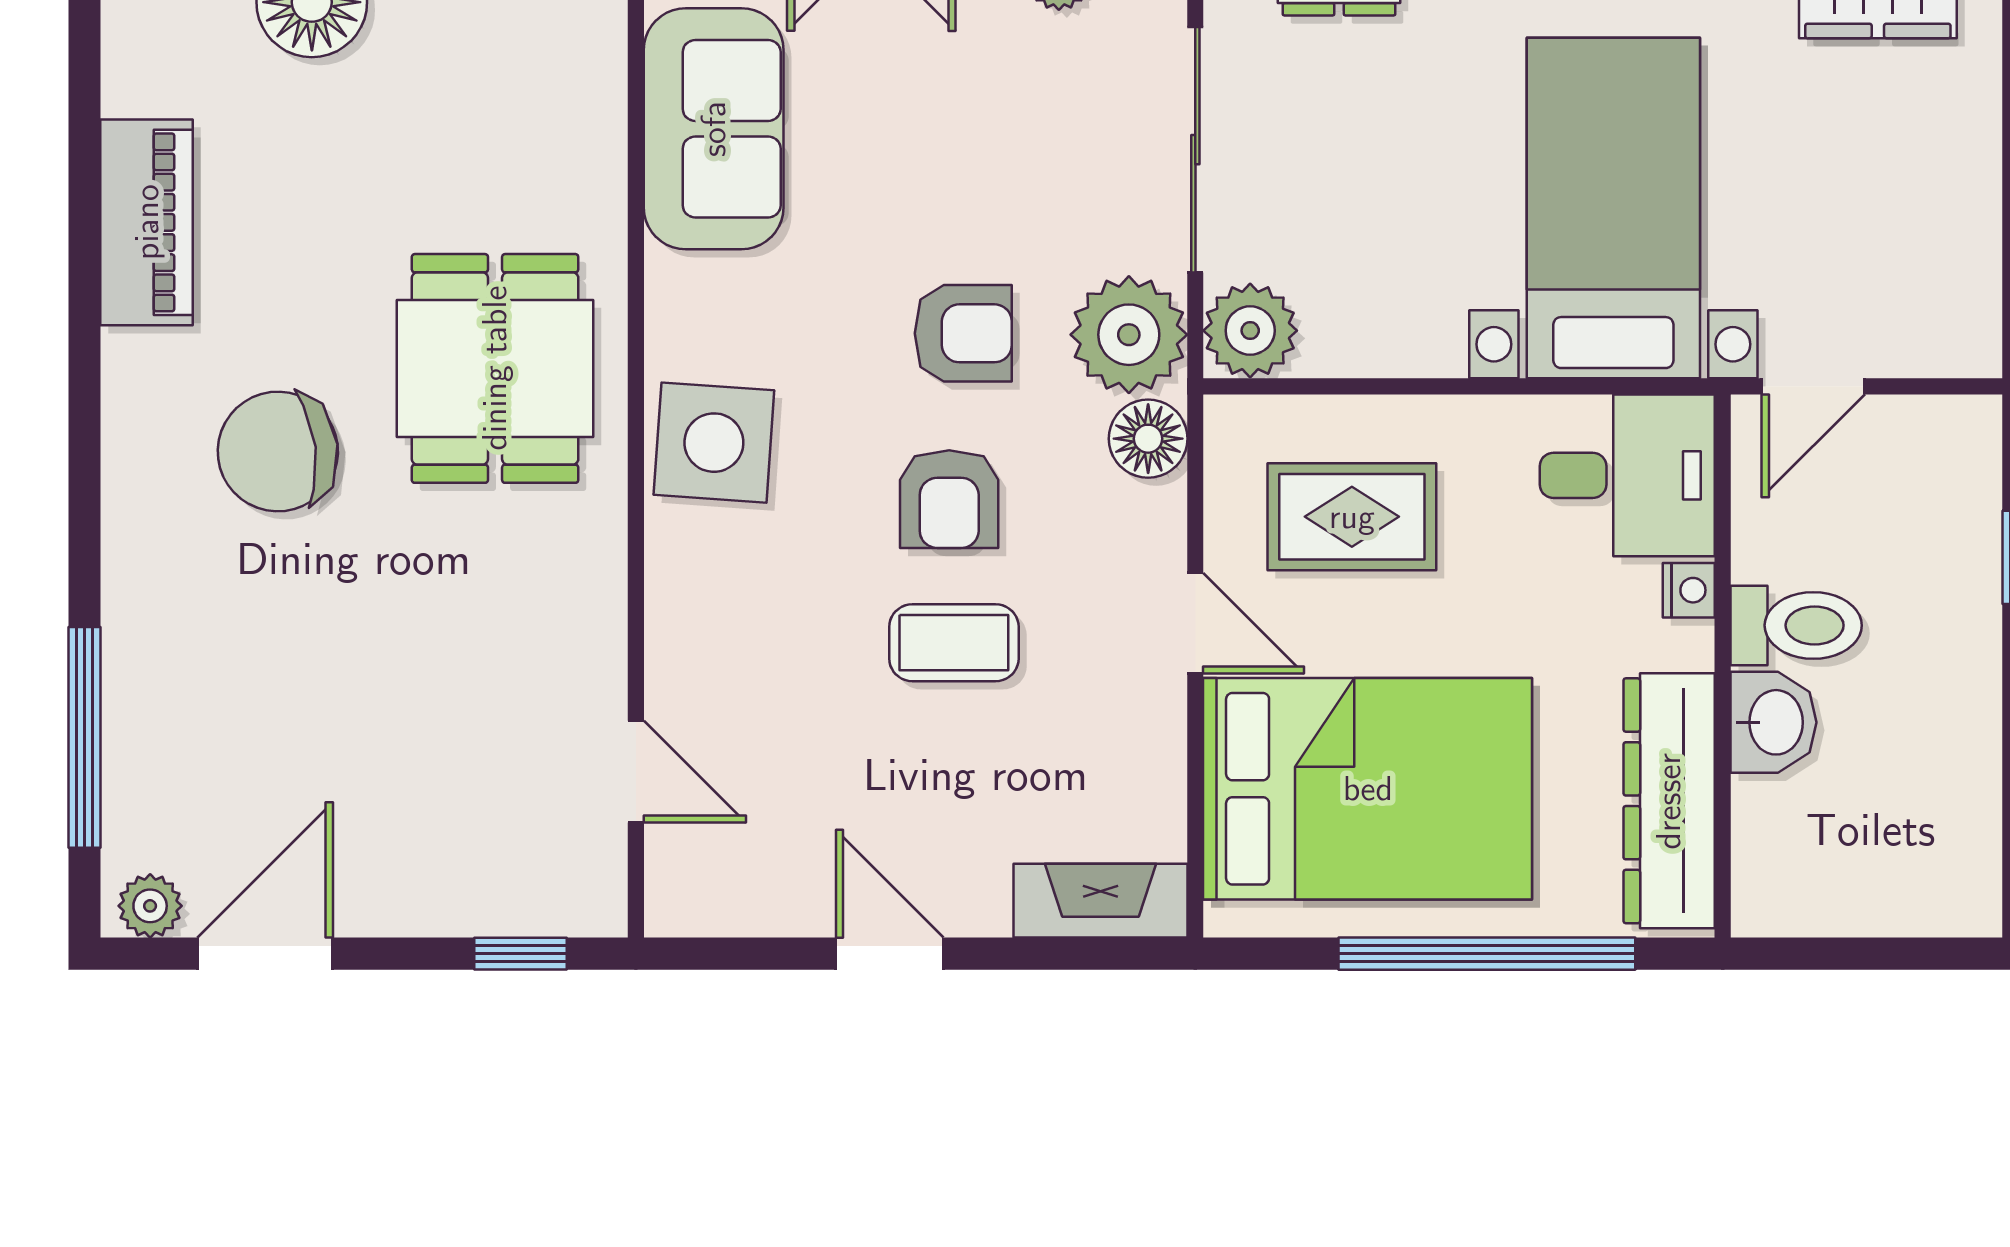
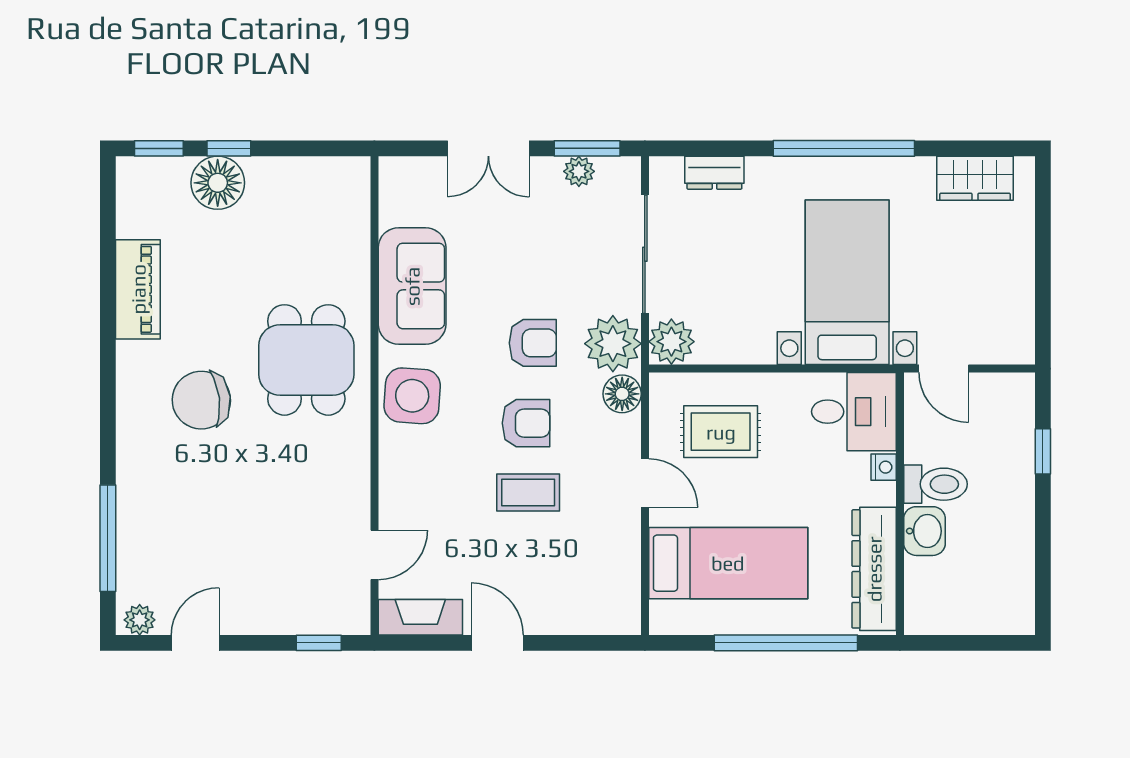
sofa: (714, 129) -> (412, 286), moved
door: (1813, 386) -> (944, 369), hinge flipped
armchair: (949, 499) -> (526, 423), turned -90
door: (636, 772) -> (374, 555), hinge flipped
bed: (1368, 789) -> (728, 563), width x0.67
fireplace: (1100, 901) -> (420, 617), moved
door: (265, 954) -> (195, 643), width x0.73

